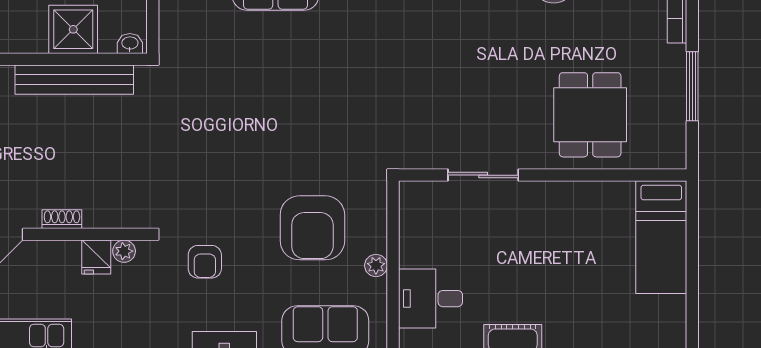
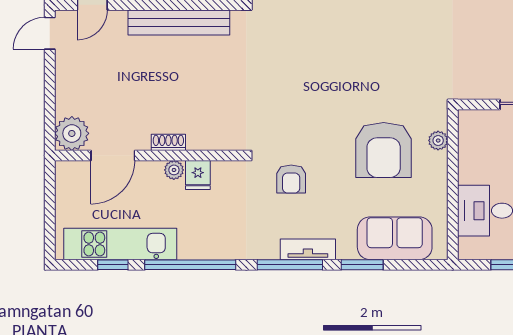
plant: (124, 251) -> (174, 170), moved
plant: (376, 265) -> (438, 141), moved

